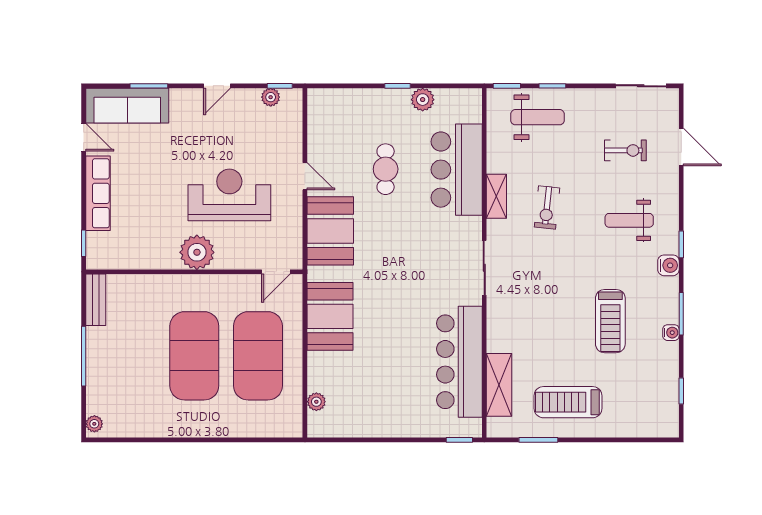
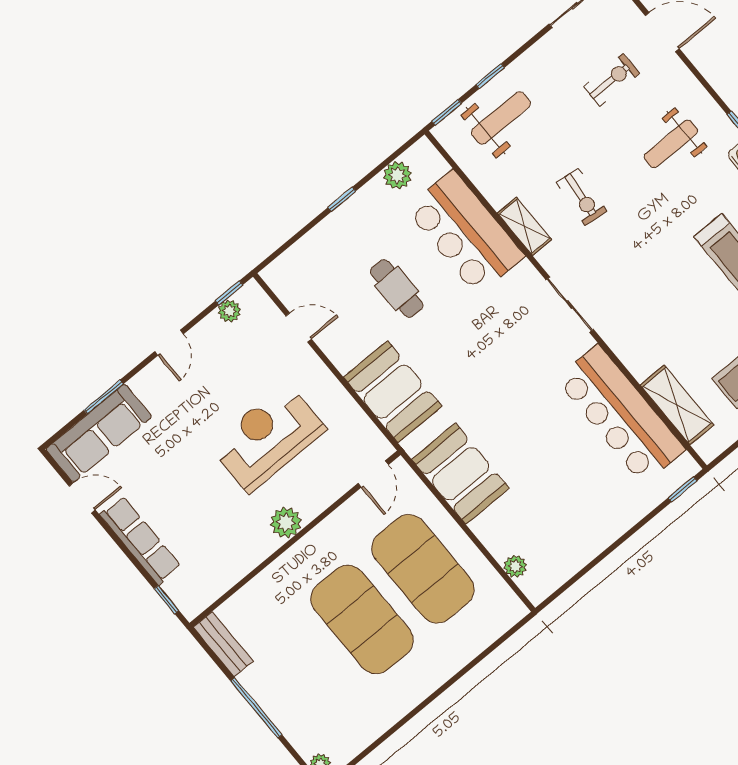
plant: (423, 100) -> (397, 175), moved
door: (305, 176) -> (299, 327), moved
plant: (197, 252) -> (286, 523), width x0.73, depth x0.73

